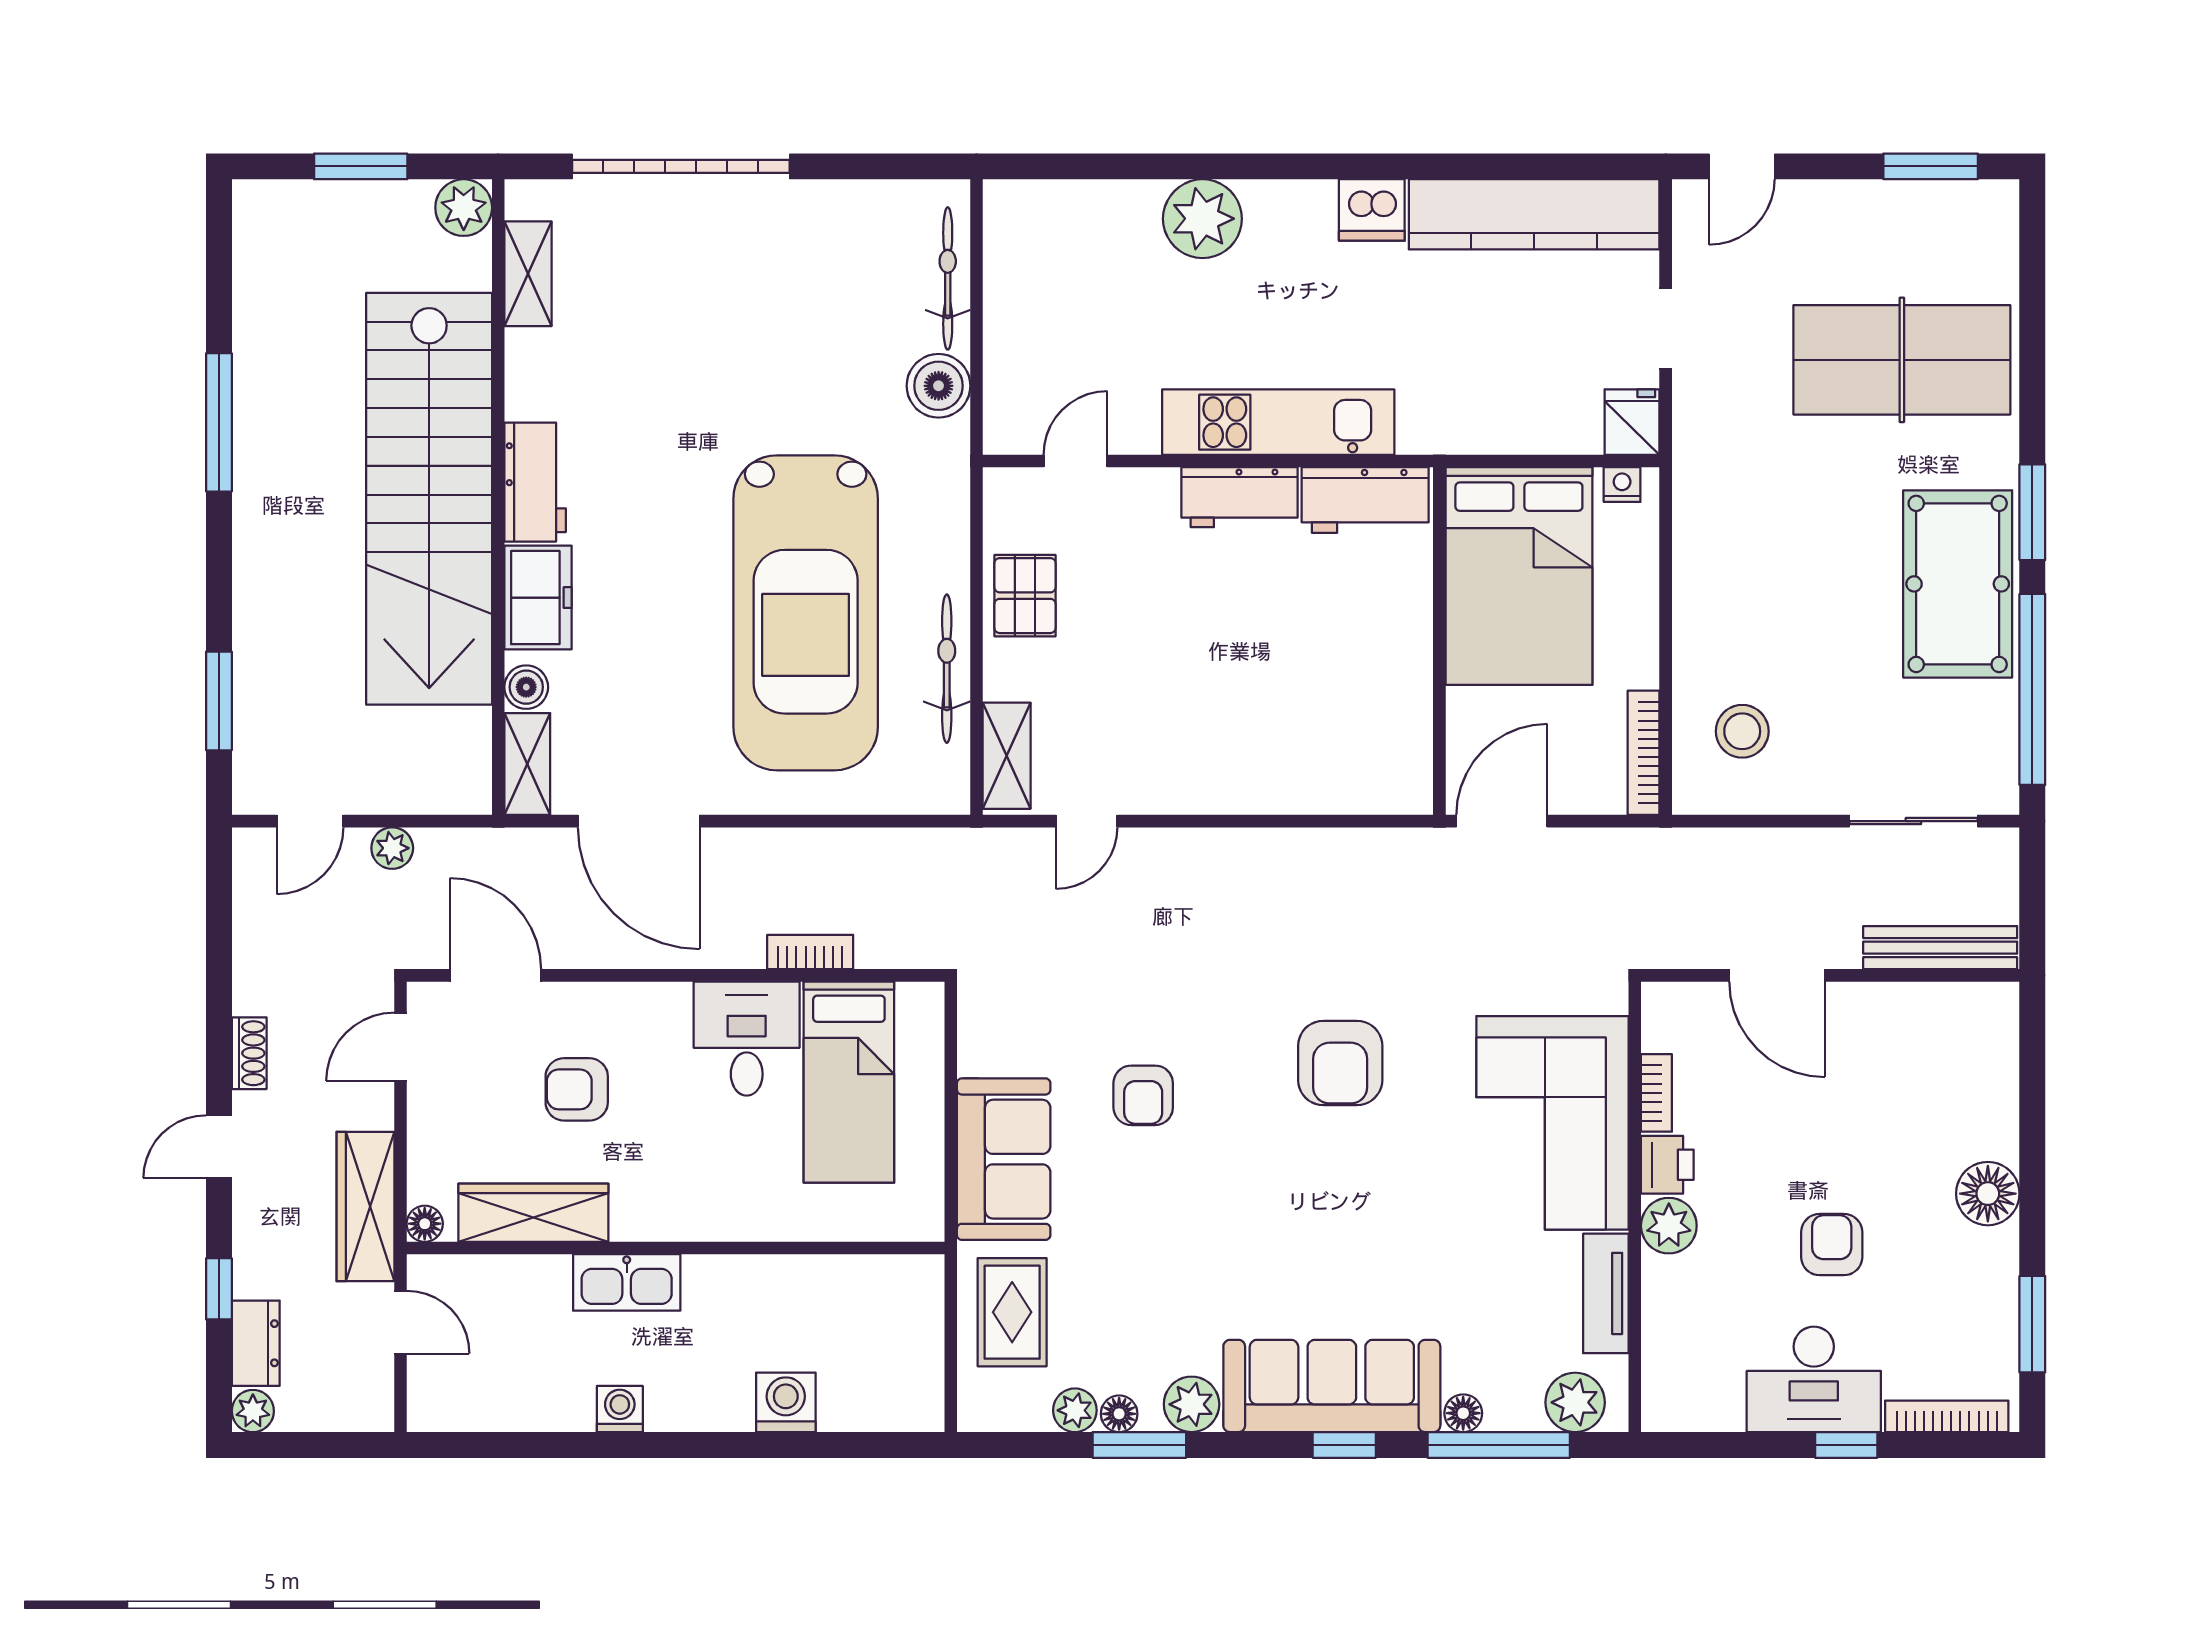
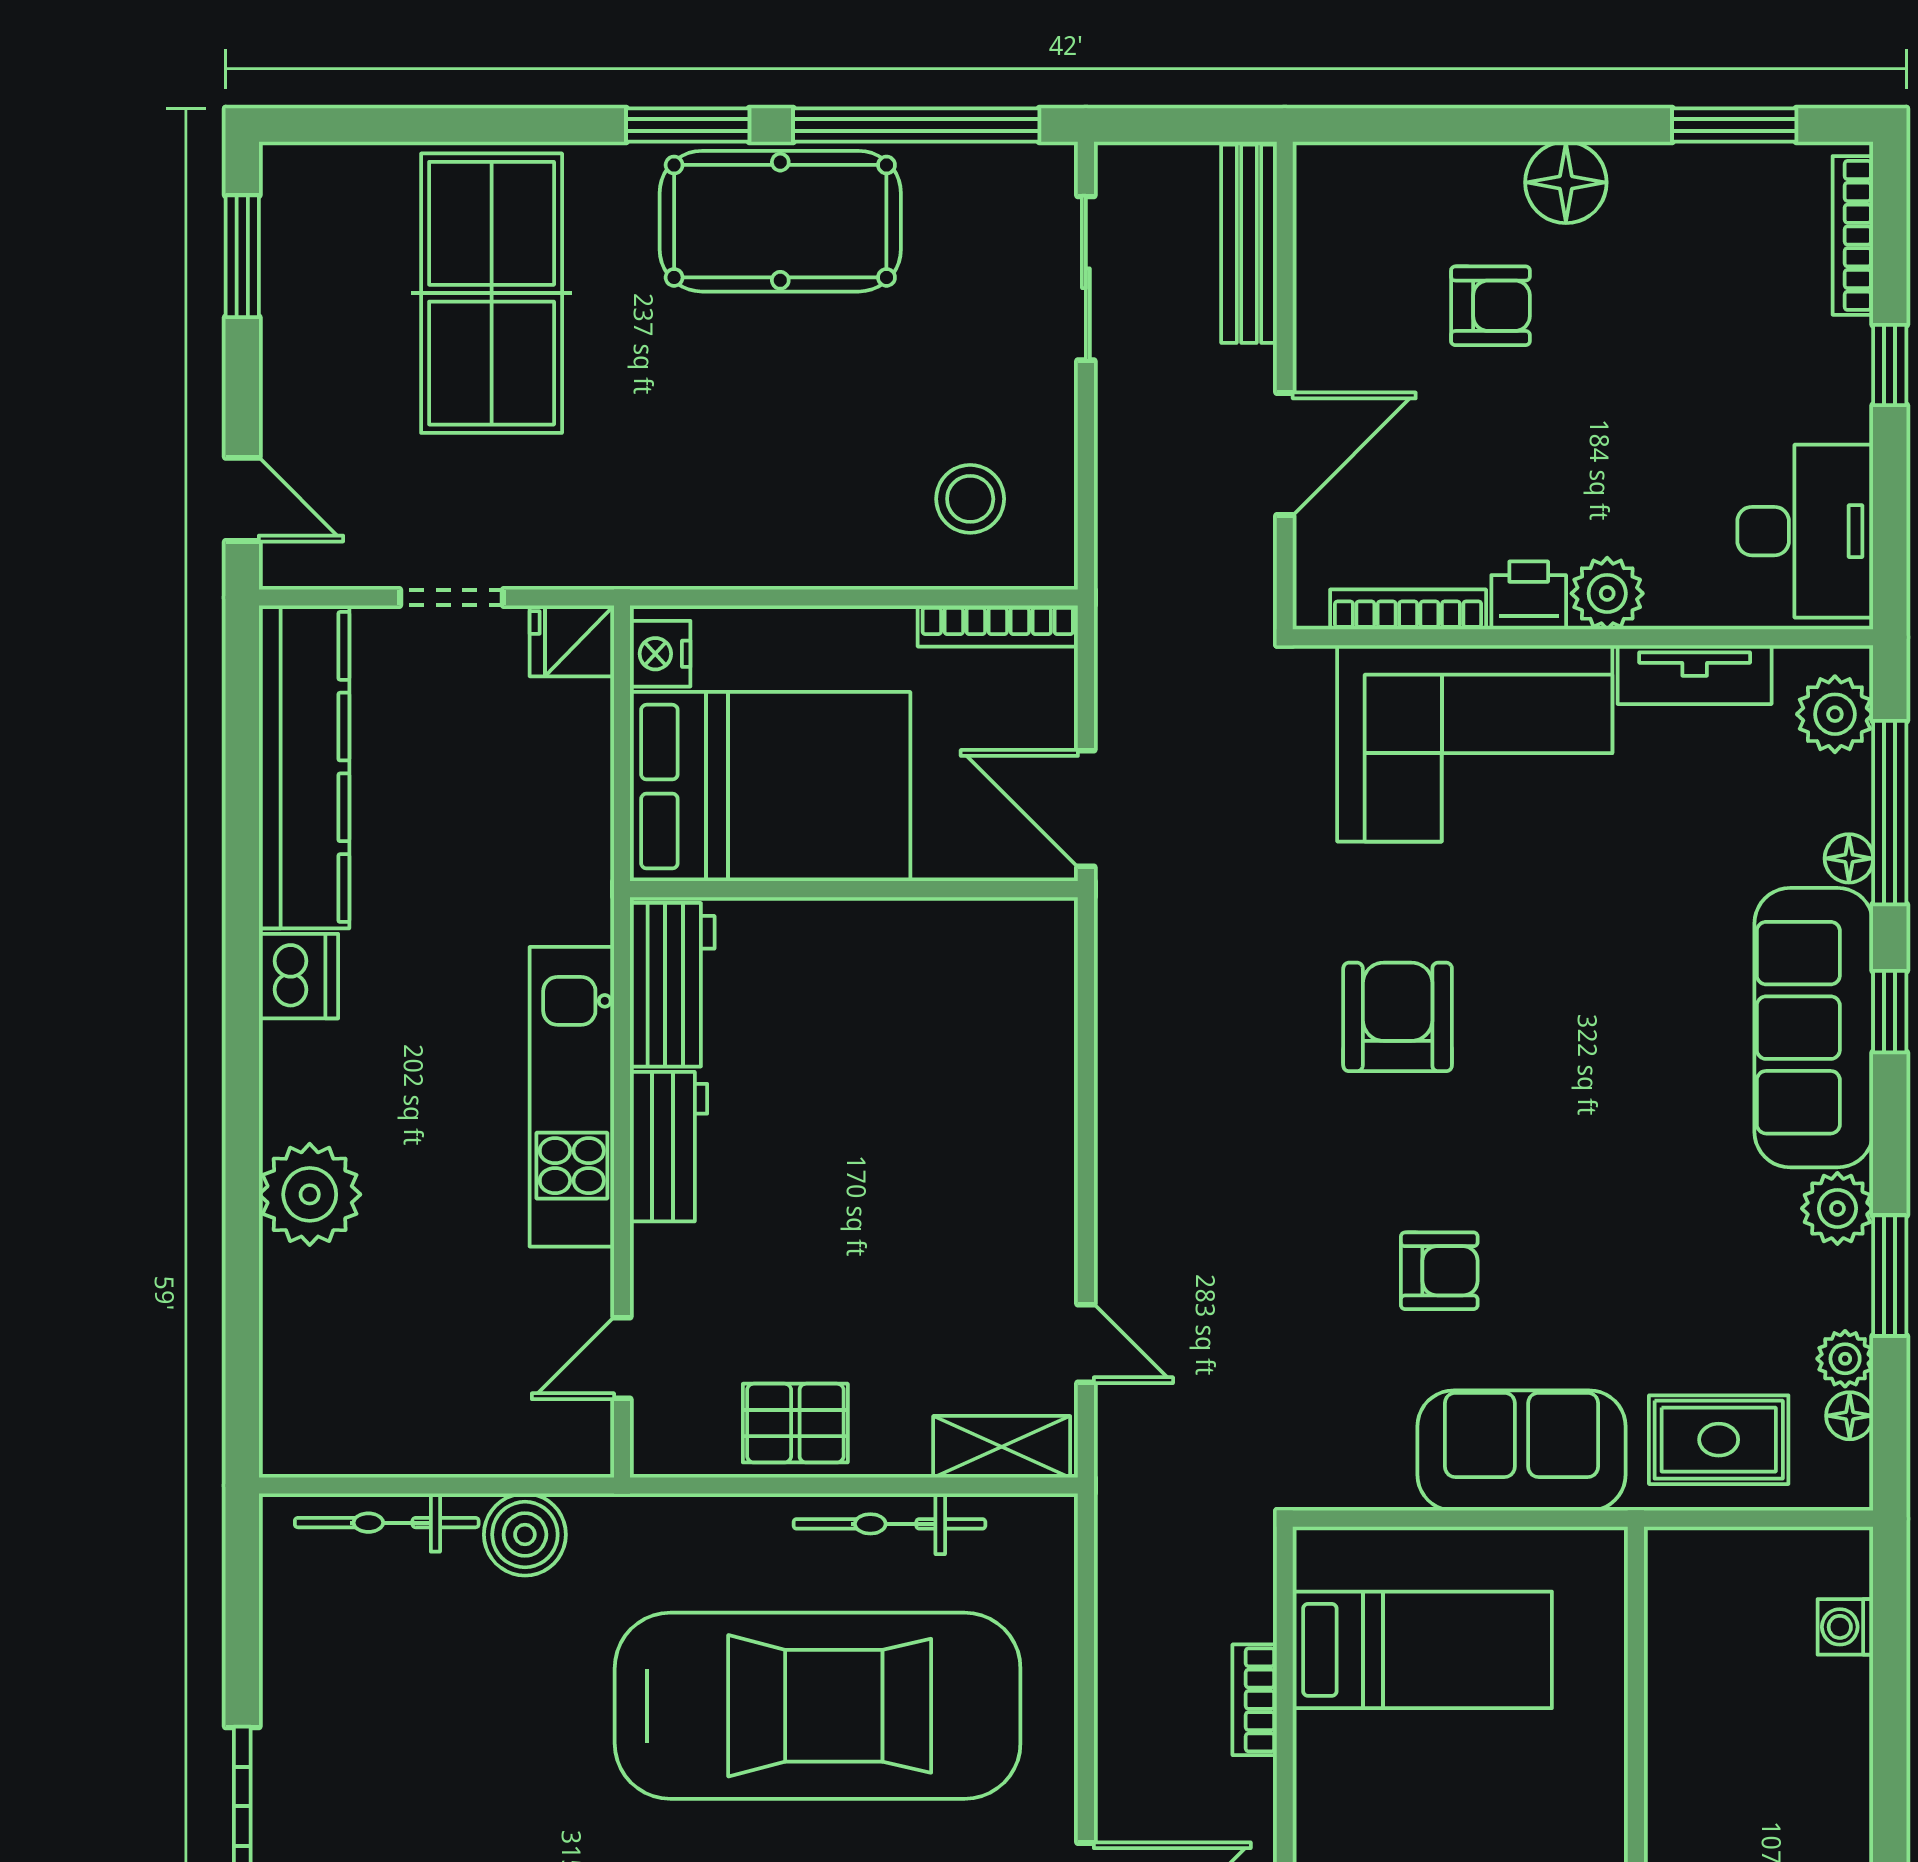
door: (1075, 461) -> (622, 1358), hinge flipped
nightstand: (1622, 485) -> (660, 654), width x1.39, depth x1.35
desk: (747, 1039) -> (1366, 1782), removed
armchair: (1340, 1063) -> (1398, 1017), turned -90
bookcase: (1656, 1093) -> (1408, 609), width x1.56
armchair: (1832, 1245) -> (1490, 306), moved, turned 180
desk: (1814, 1379) -> (1805, 531), moved
washing machine: (786, 1402) -> (1845, 1627), moved, width x0.73, depth x0.73
floor lamp: (1119, 1414) -> (1850, 1416), moved

